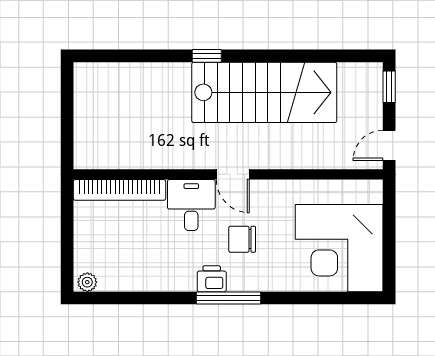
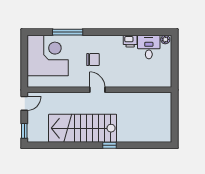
bookcase: (119, 190) -> (150, 83), removed
desk: (191, 205) -> (149, 47), moved, turned 180
printer: (212, 279) -> (130, 41), moved
window: (228, 298) -> (68, 32), moved

